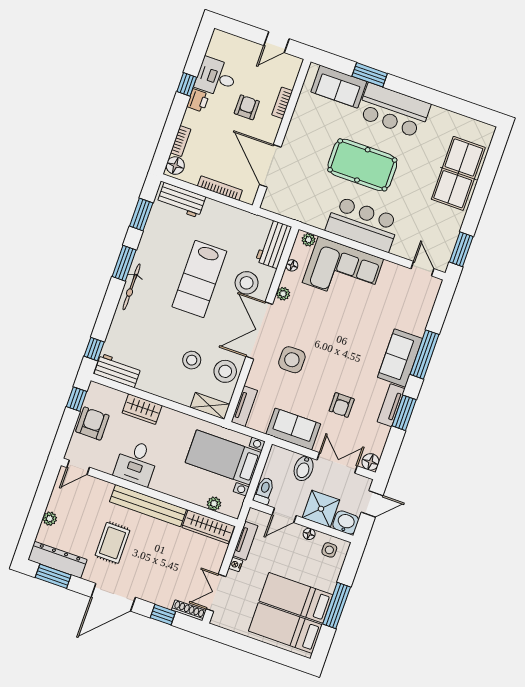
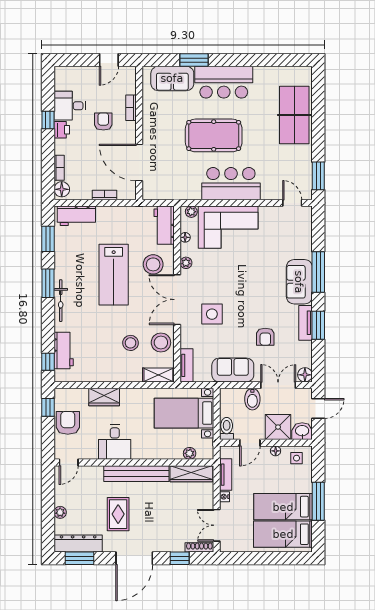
bookcase: (220, 188) -> (104, 195), width x0.64
workbench: (118, 371) -> (64, 351), moved, turned 90

